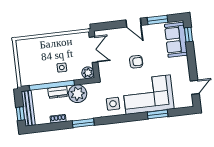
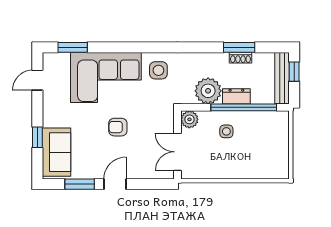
door: (134, 23) -> (115, 184), hinge flipped
window: (189, 35) -> (37, 137), moved
window: (158, 114) -> (73, 47), moved
window: (83, 123) -> (239, 47), moved

